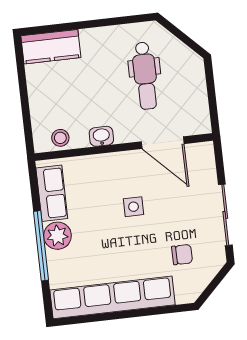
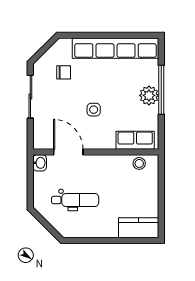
dental chair: (145, 76) -> (75, 200), turned 90
washbasin: (101, 136) -> (40, 163), moved, turned -90
row of seats: (52, 193) -> (135, 140), moved, turned 90
chair: (182, 255) -> (64, 72), turned 180

